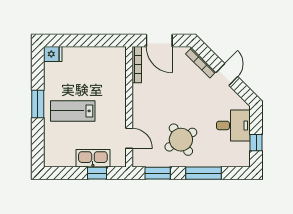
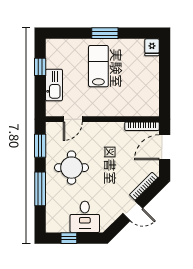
round table: (181, 140) -> (72, 168), turned 32
window: (97, 173) -> (40, 67), moved

